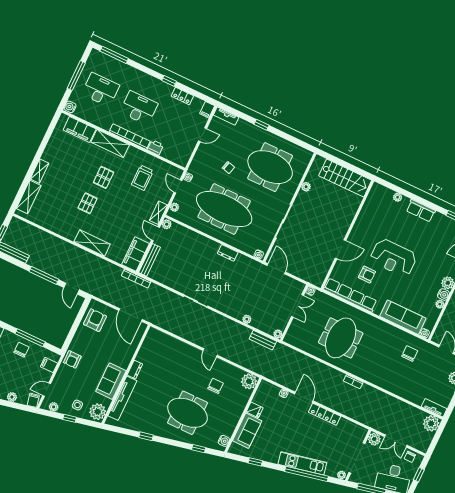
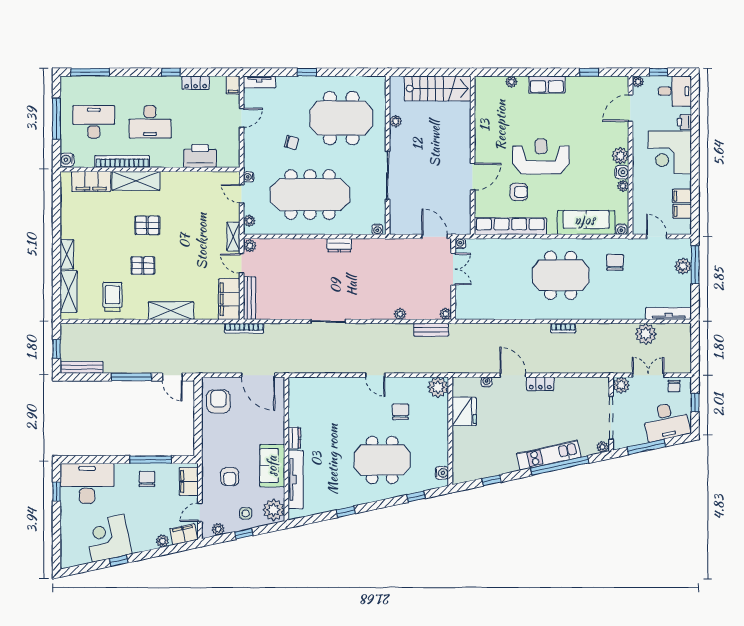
desk: (139, 108) -> (150, 122), turned 180
bookcase: (130, 137) -> (122, 161), moved
printer: (155, 147) -> (200, 156), width x1.87, depth x1.48
pallet: (104, 177) -> (147, 225), turned 90
trolley: (142, 178) -> (112, 297), moved, turned 180
pallet: (88, 203) -> (143, 266), turned 90
reception desk: (393, 258) -> (541, 157), turned 180
door: (276, 269) -> (435, 237), moved
meeting table: (341, 338) -> (561, 275), moved, turned 90
armchair: (72, 359) -> (230, 477), moved
filing cabinet: (49, 365) -> (189, 481), width x2.00
filing cabinet: (33, 400) -> (184, 534), width x2.00
tv unit: (434, 408) -> (669, 314), width x1.41
fridge: (255, 410) -> (464, 411), width x1.88, depth x1.34
locker: (324, 414) -> (540, 384), width x0.66
plant: (431, 423) -> (646, 334), moved
sofa: (247, 431) -> (464, 448), removed
double door: (396, 441) -> (648, 375), swing flipped

